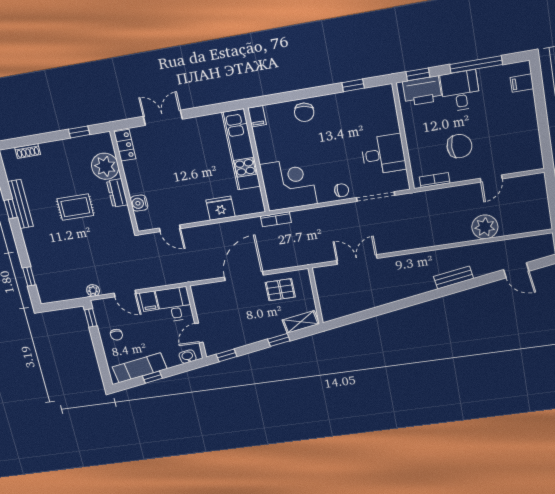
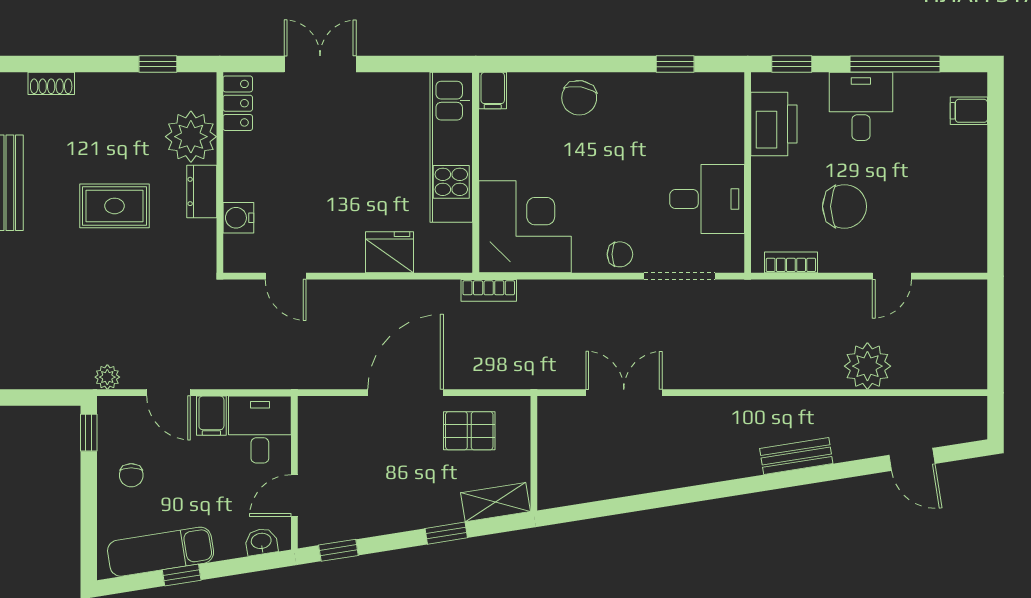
printer: (422, 91) -> (774, 124), moved, turned -90

